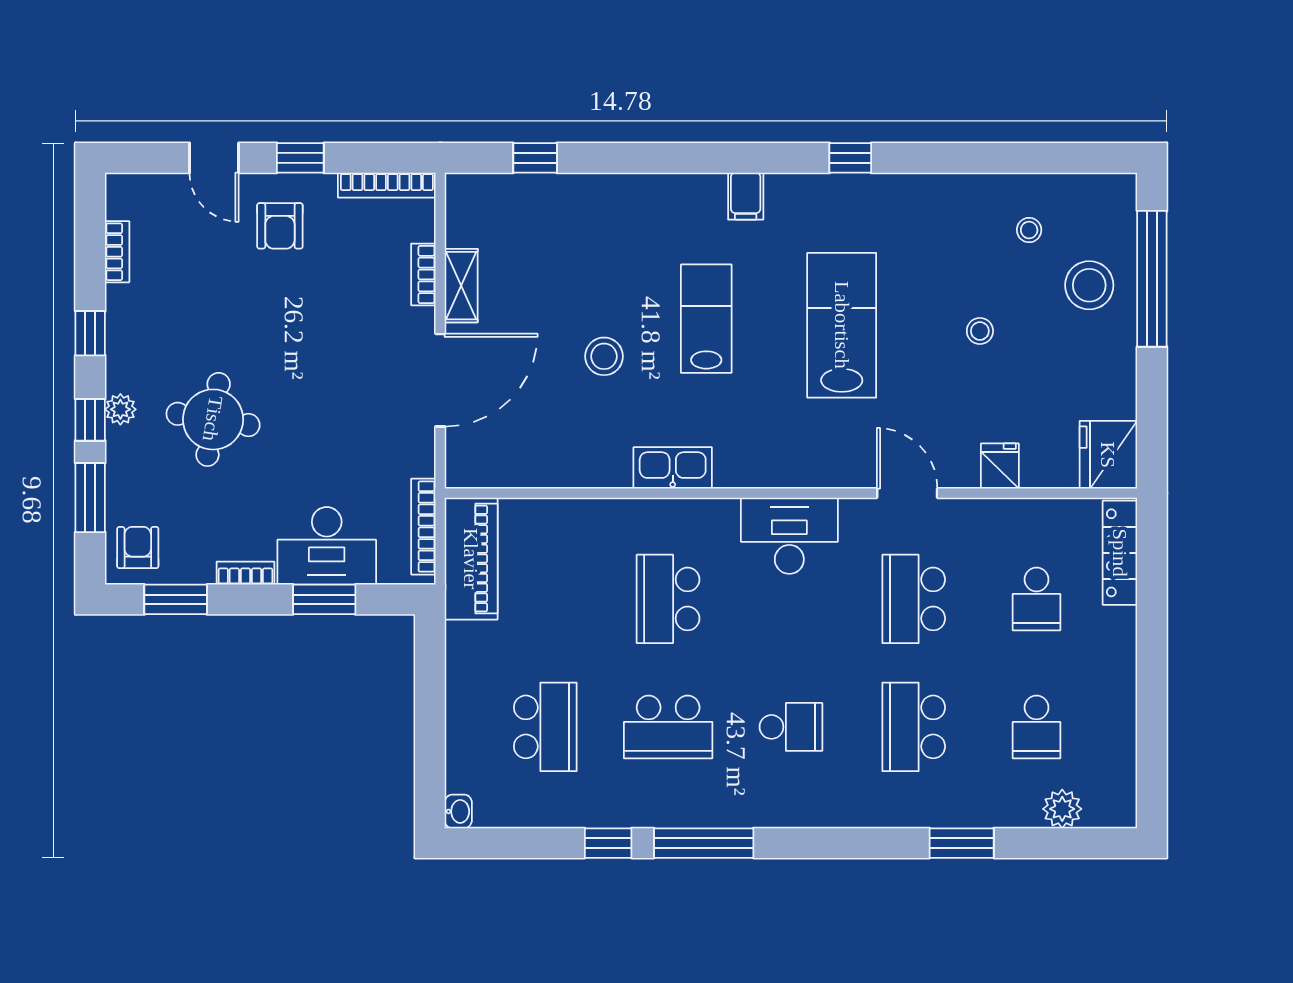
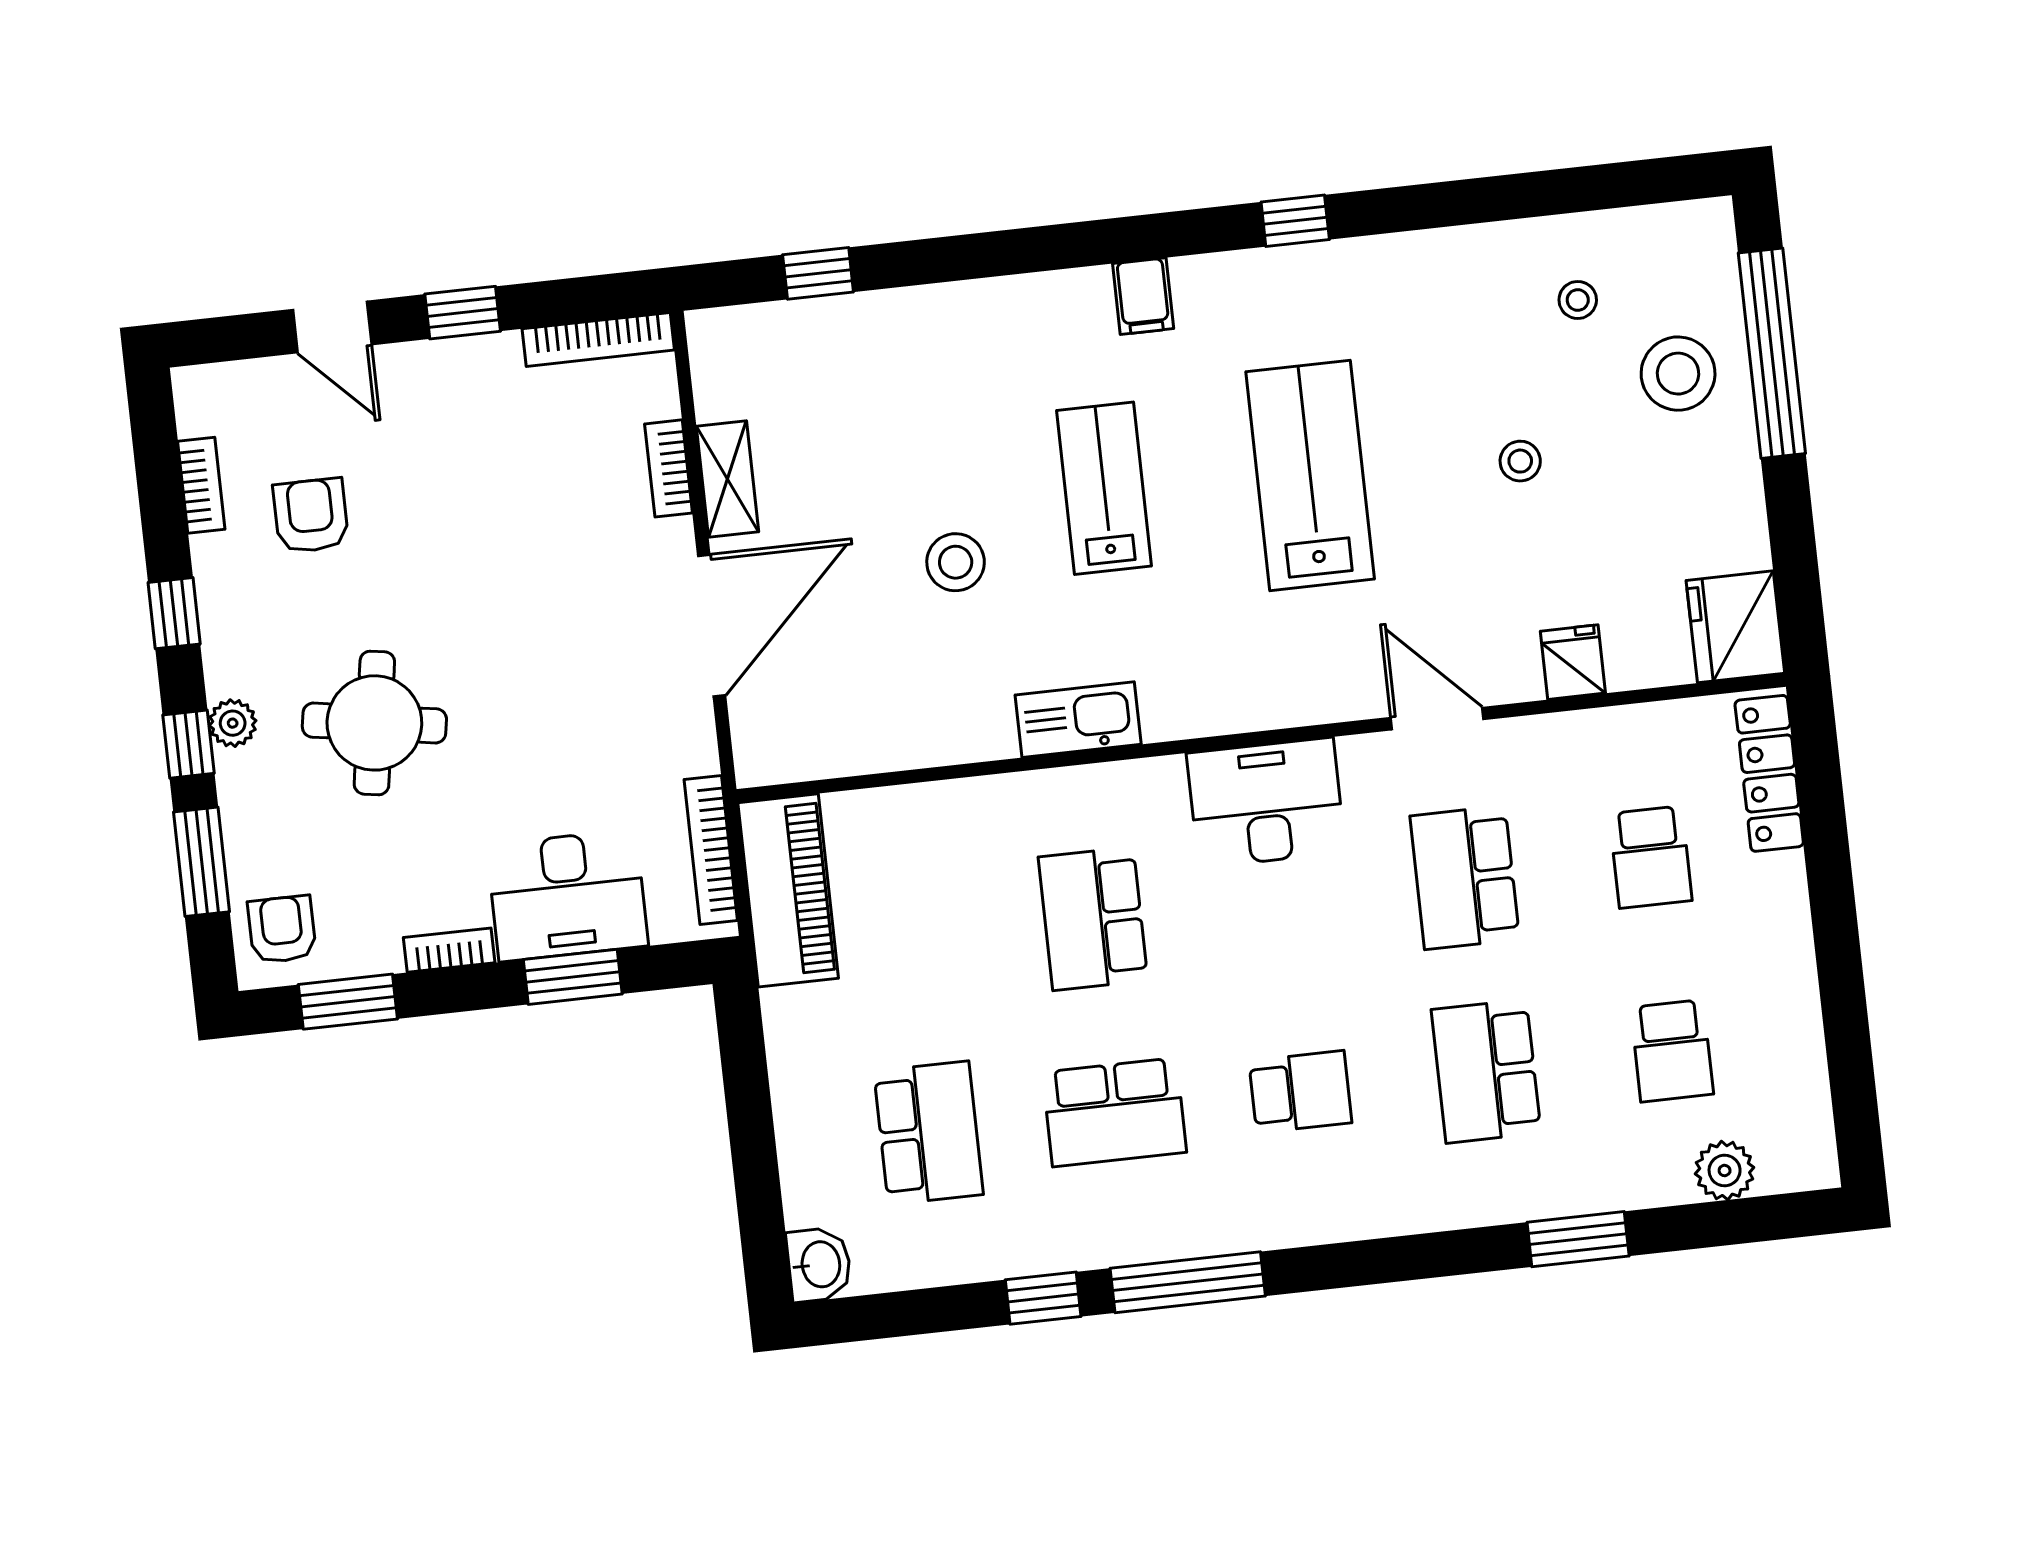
armchair: (280, 226) -> (311, 516), moved, turned 180
washbasin: (458, 811) -> (819, 1265), width x1.38, depth x1.45

